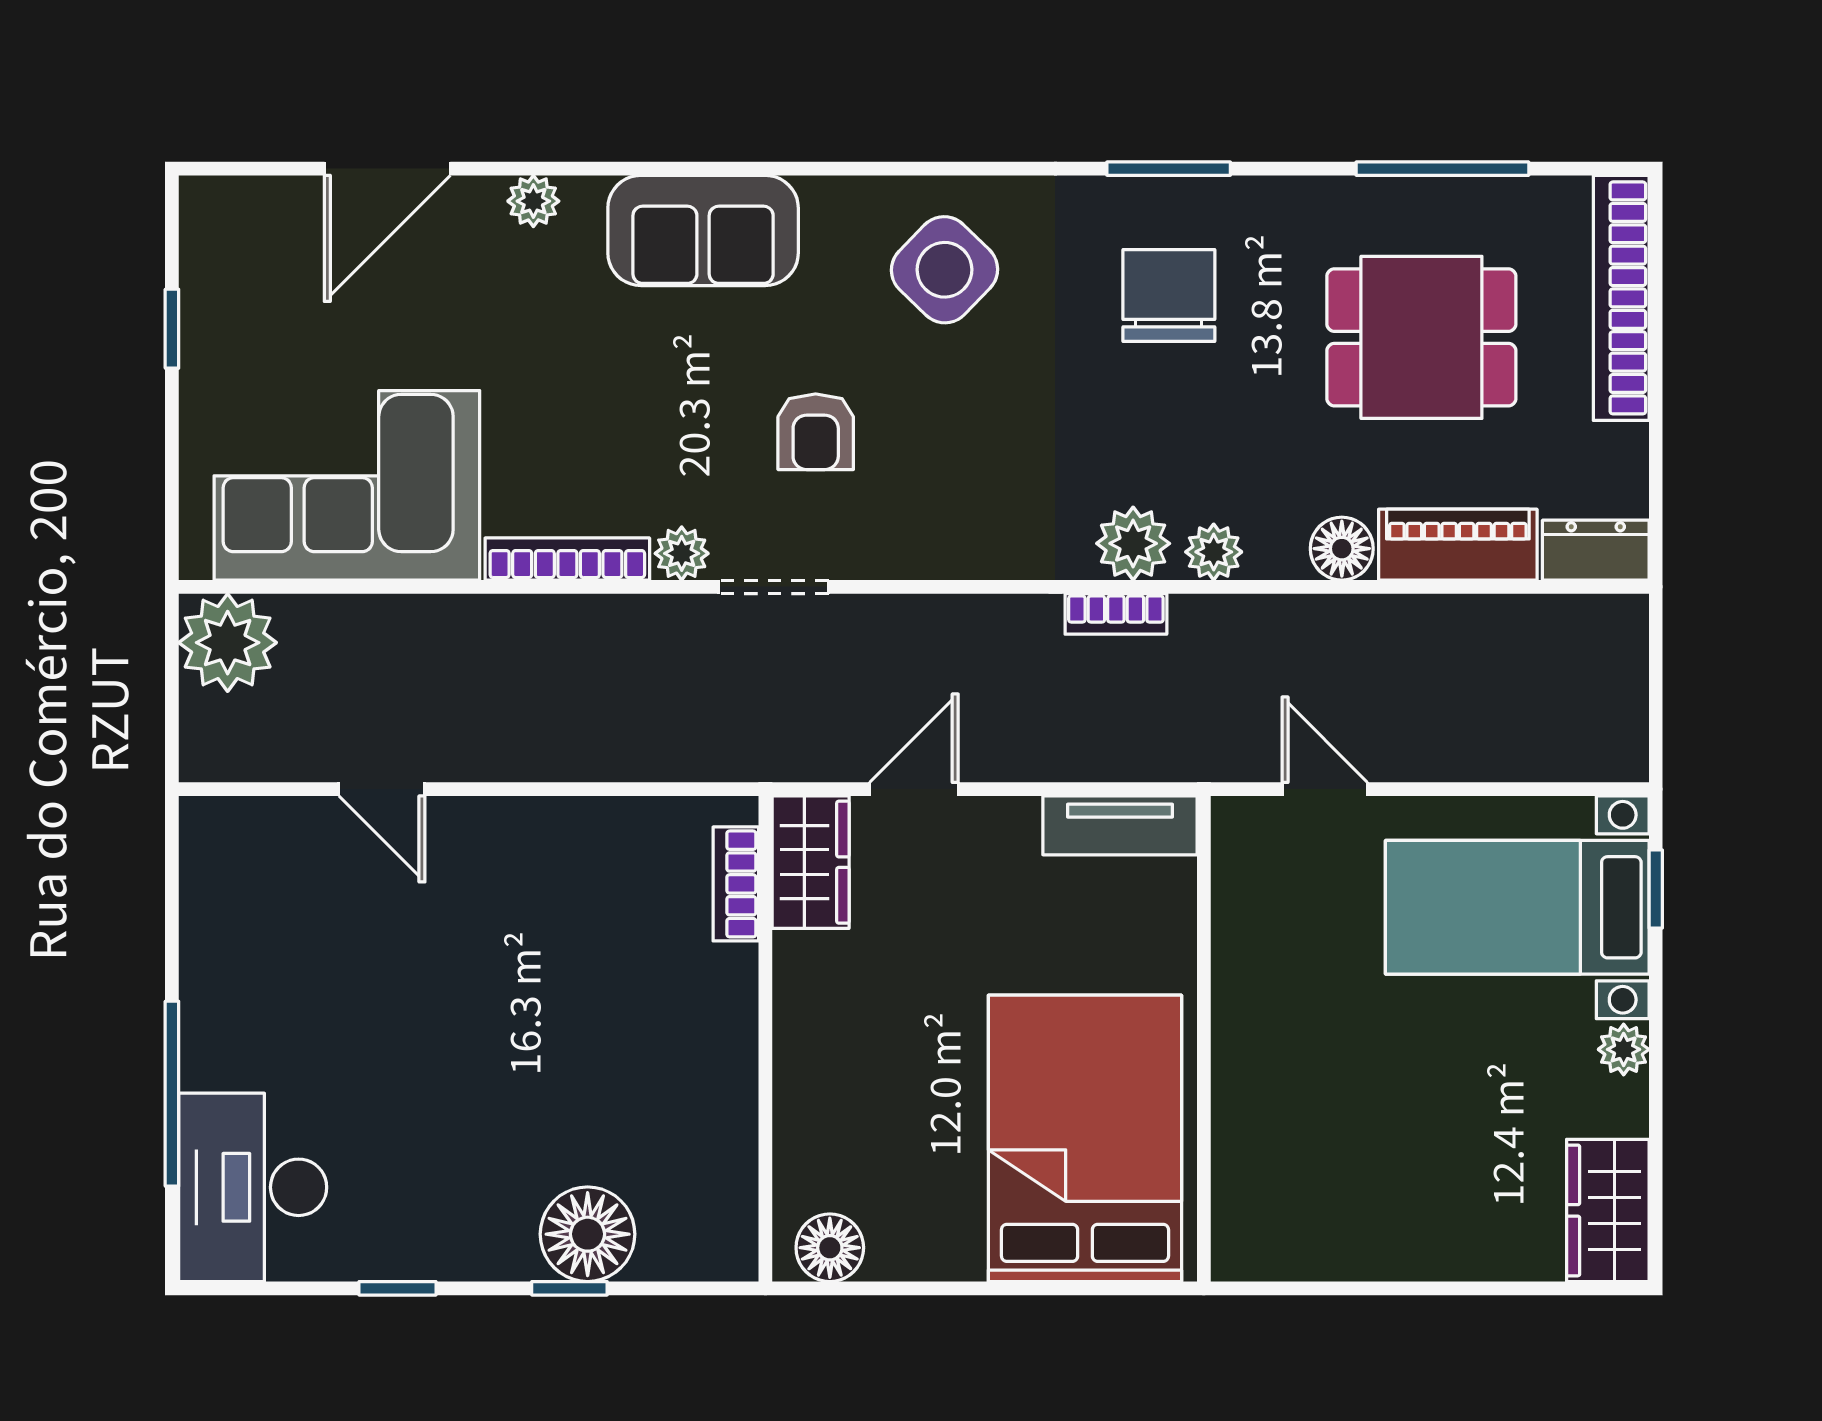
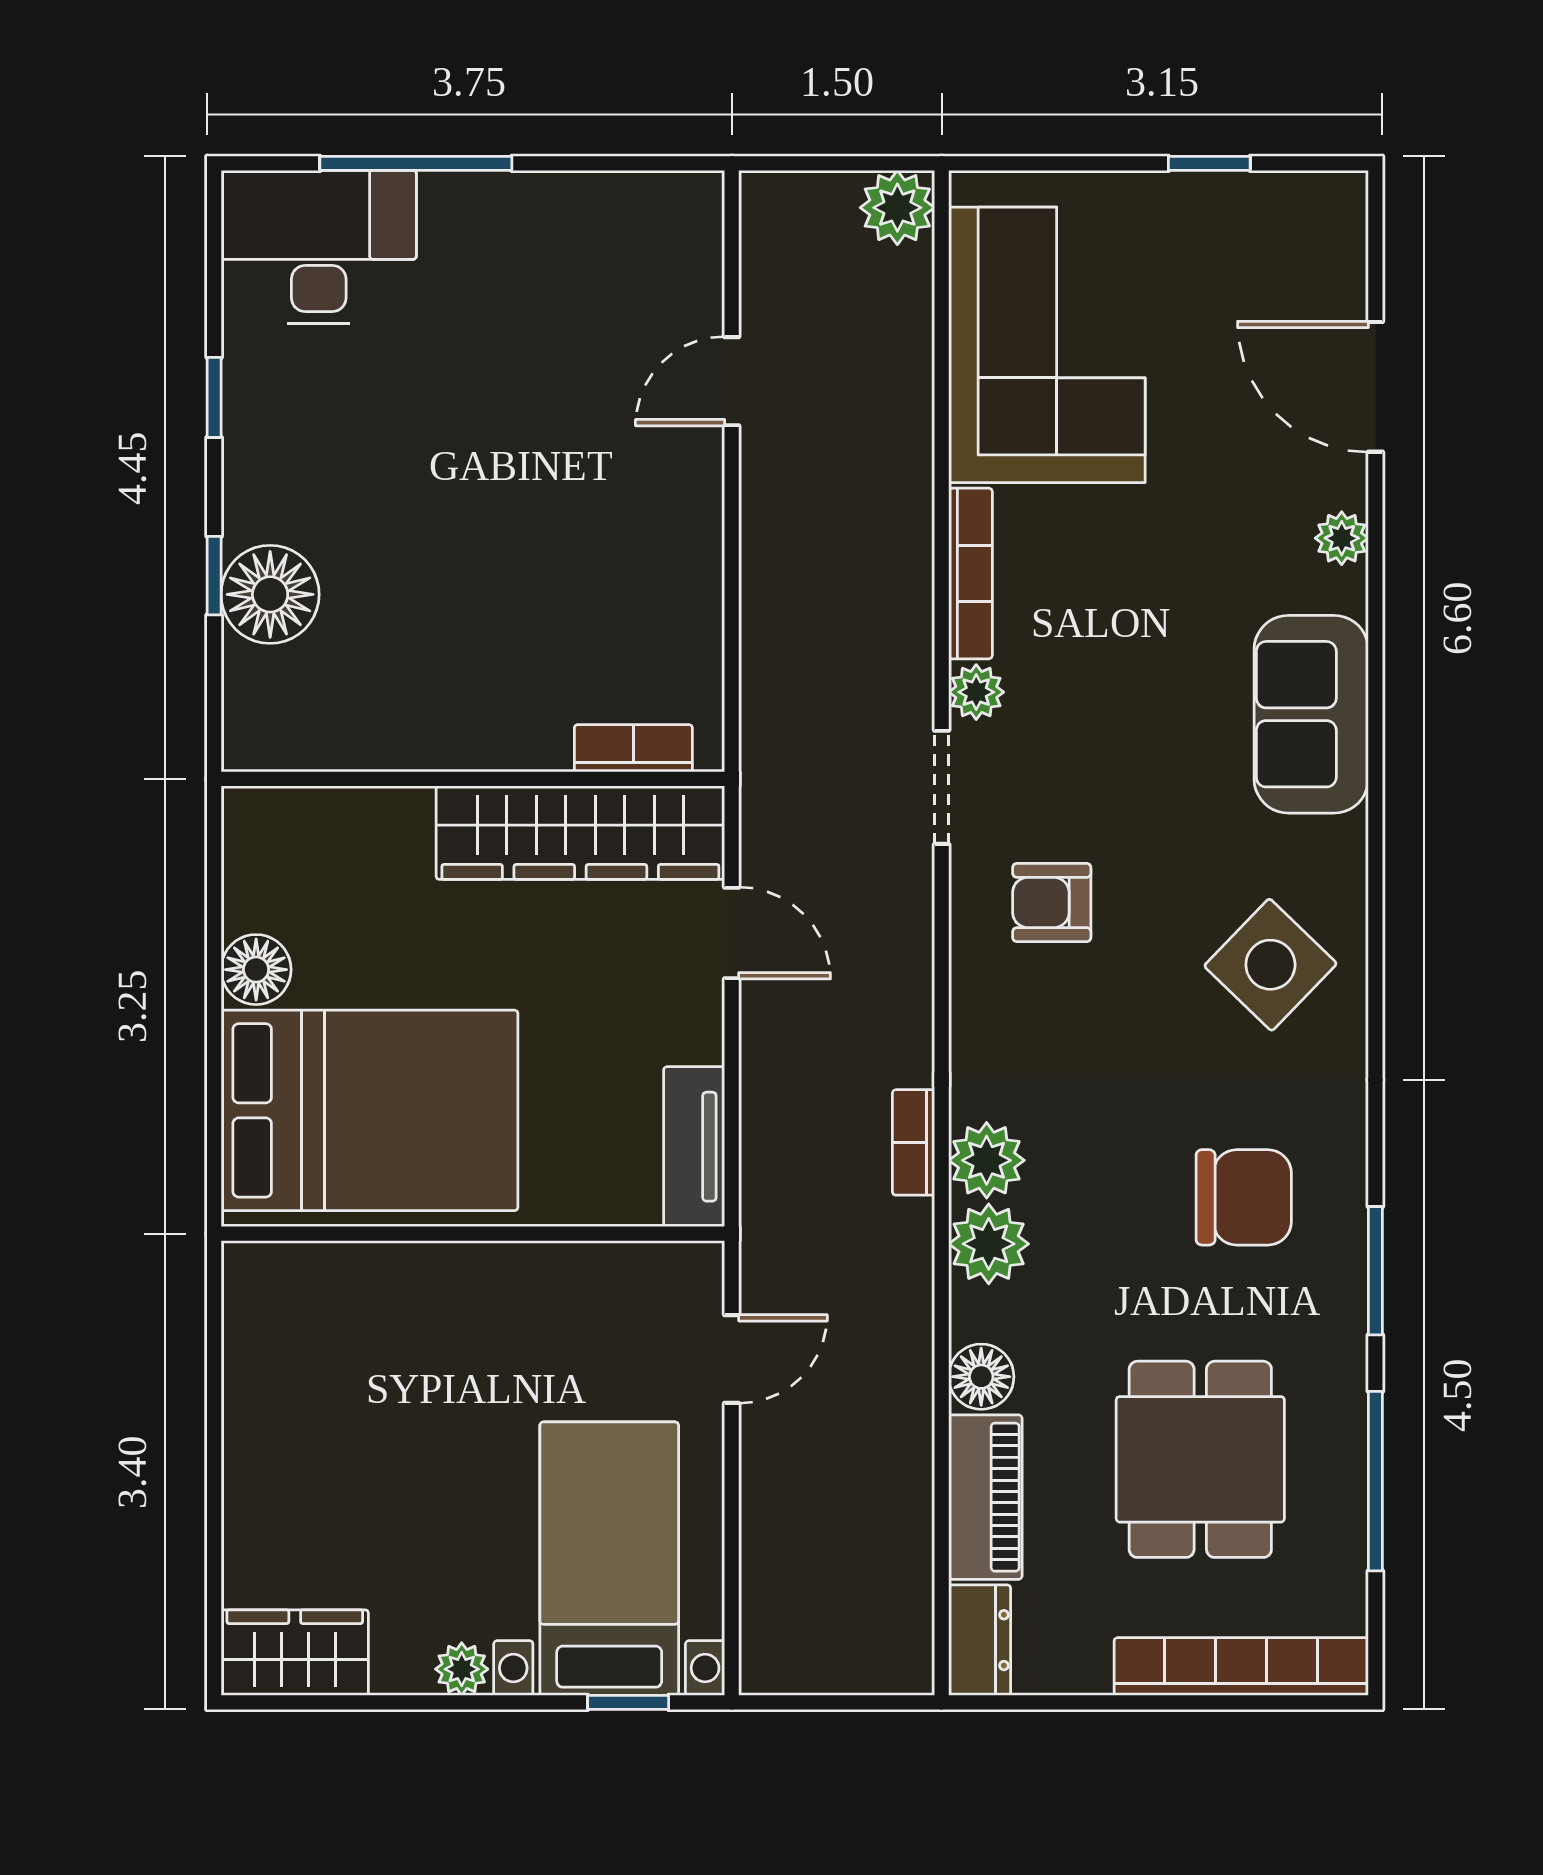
window: (1169, 169) -> (1375, 1271), moved
armchair: (816, 432) -> (1052, 903), moved
plant: (1214, 552) -> (989, 1244), width x1.38, depth x1.38
plant: (228, 643) -> (897, 208), width x0.73, depth x0.73
wardrobe: (811, 862) -> (580, 833), width x2.10, depth x1.17
floor lamp: (830, 1248) -> (256, 970), moved

